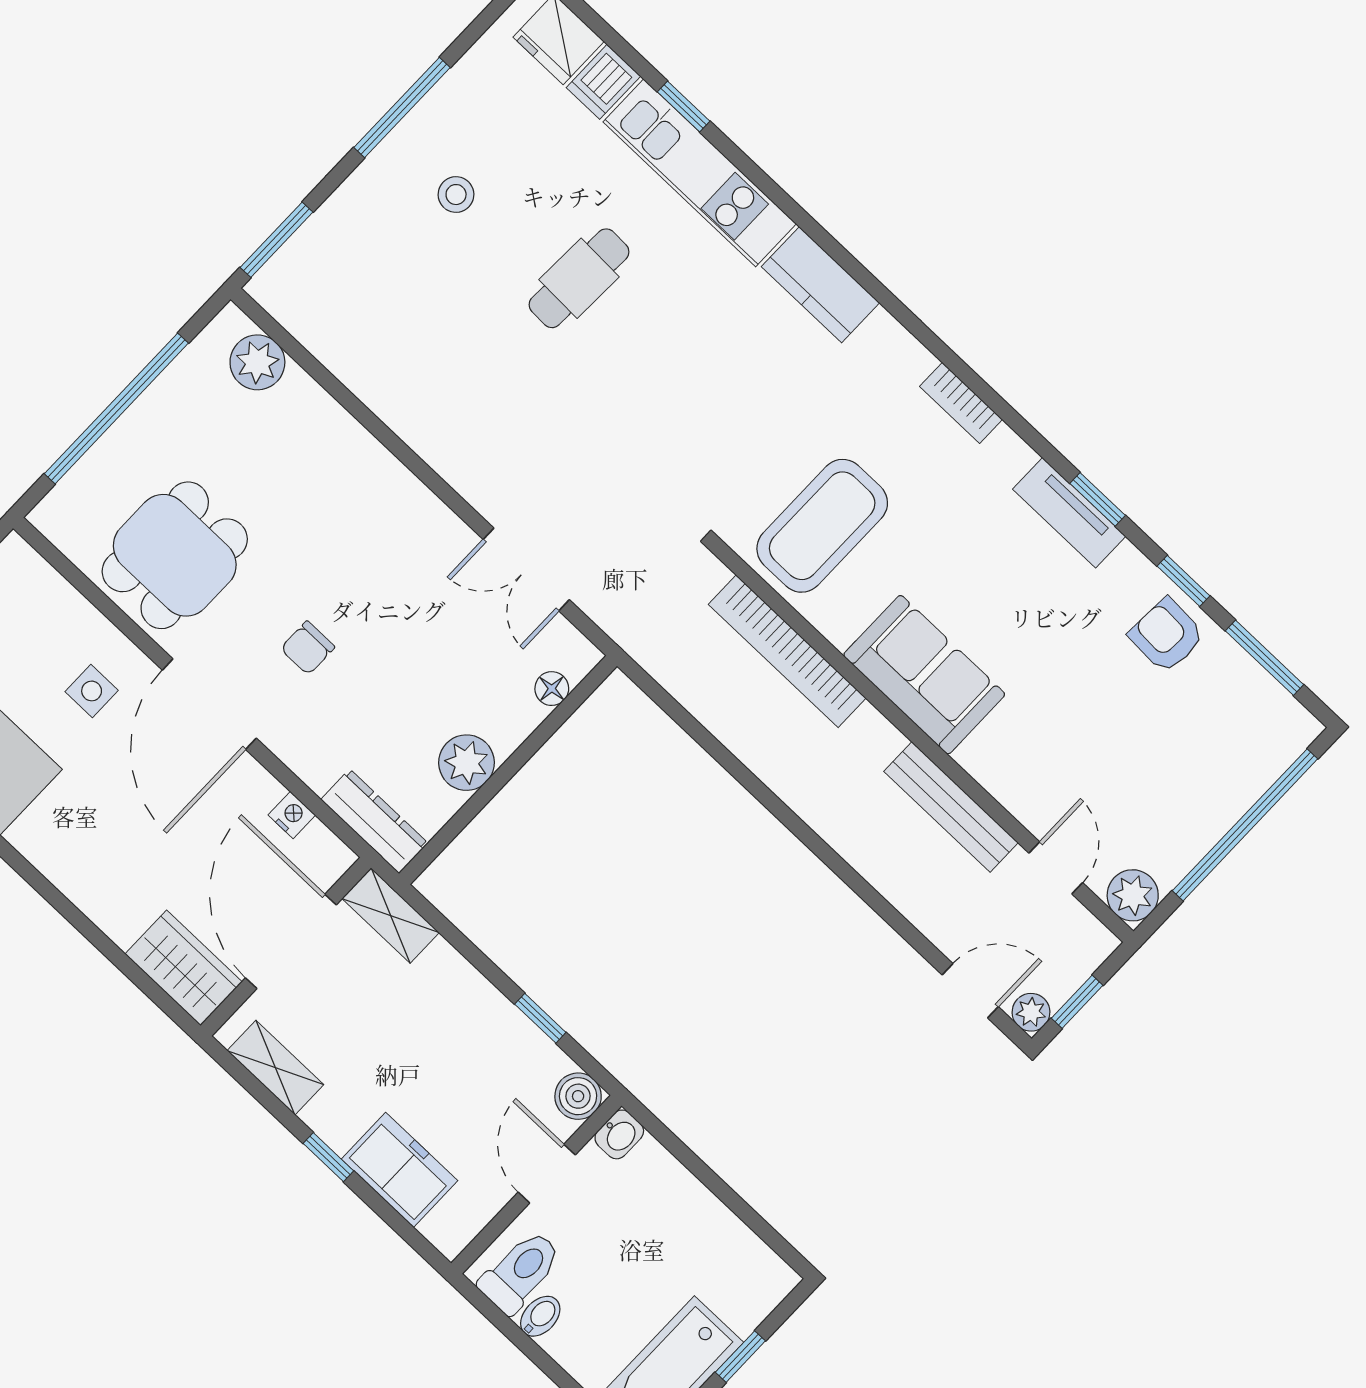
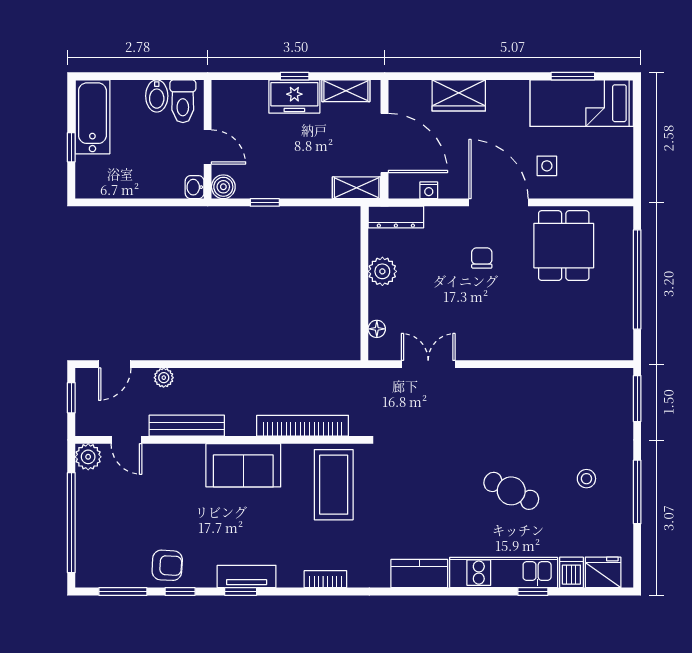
cafe table: (579, 278) -> (511, 491), turned -66
plant: (257, 362) -> (601, 346), removed
wardrobe: (184, 968) -> (459, 95), moved
plant: (1031, 1012) -> (164, 378), moved
freezer: (400, 1170) -> (294, 96), moved
bidet: (540, 1316) -> (157, 96), width x1.38, depth x1.36

